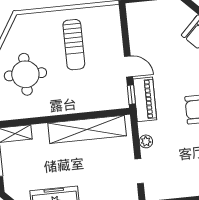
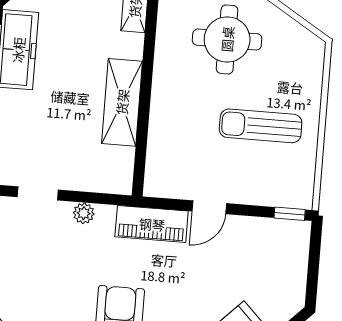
window: (131, 95) -> (290, 214), moved
shelving: (87, 129) -> (122, 102), width x0.68

